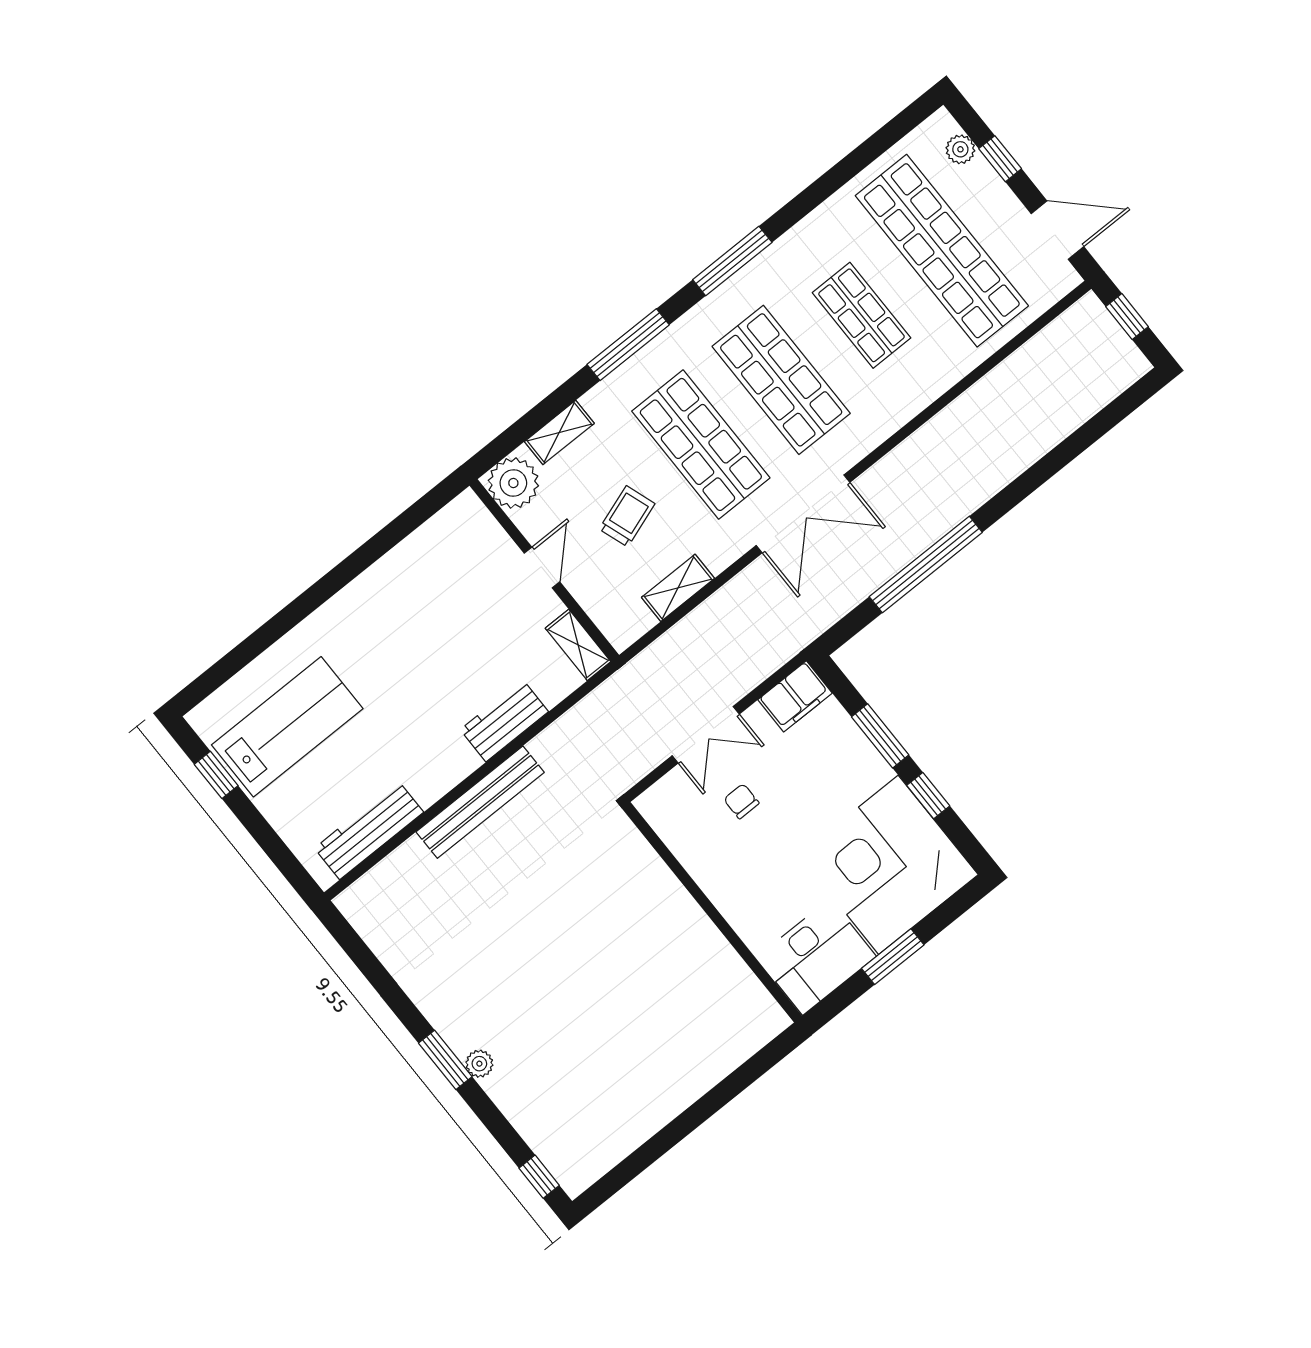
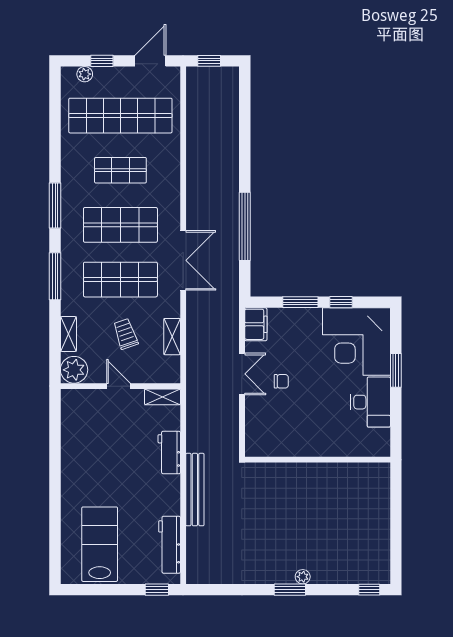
window: (216, 775) -> (157, 590), moved
chair: (741, 801) -> (281, 381), turned 180
wall: (712, 912) -> (318, 460), moved

